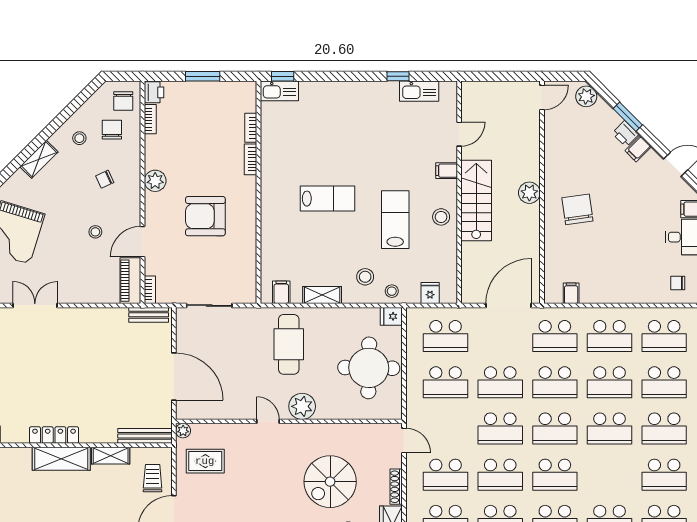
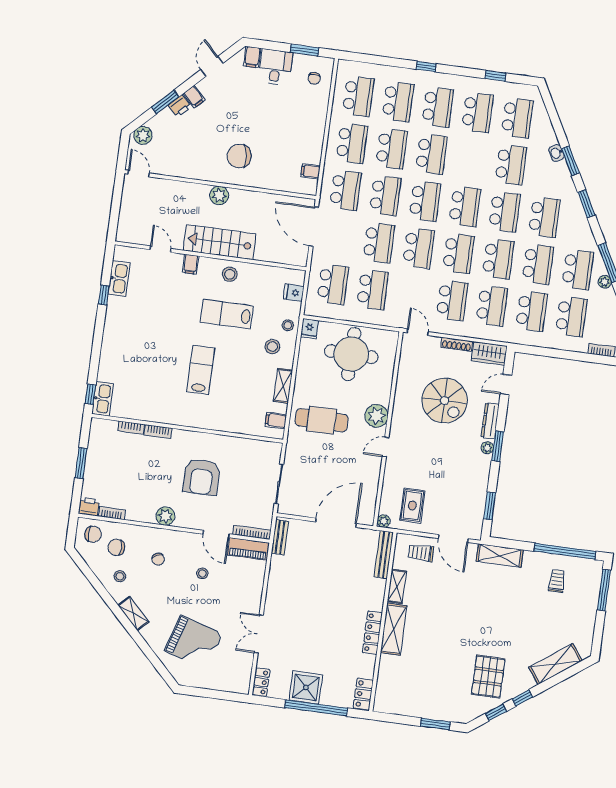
bookcase: (150, 290) -> (252, 532), width x1.56
door: (404, 440) -> (418, 332), hinge flipped

